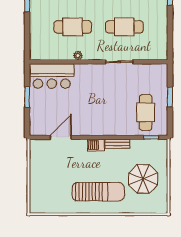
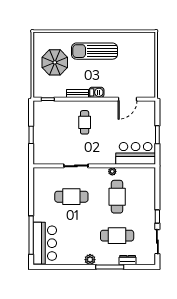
cafe table: (73, 27) -> (117, 197), turned 90
cafe table: (146, 112) -> (85, 122), moved, width x0.73, depth x0.74

